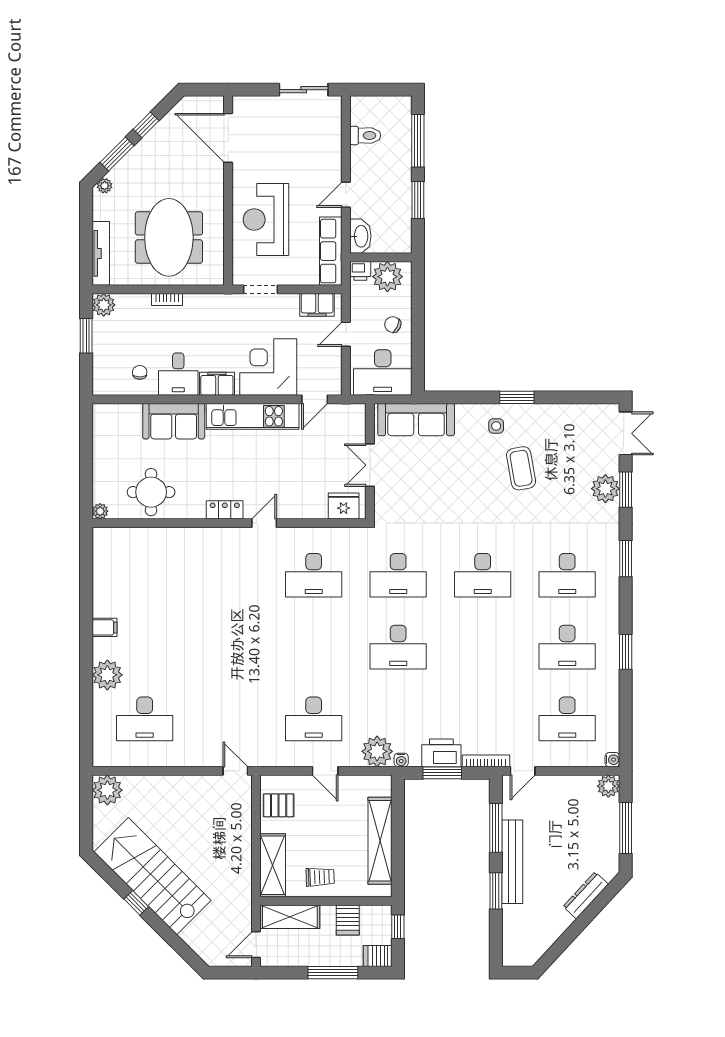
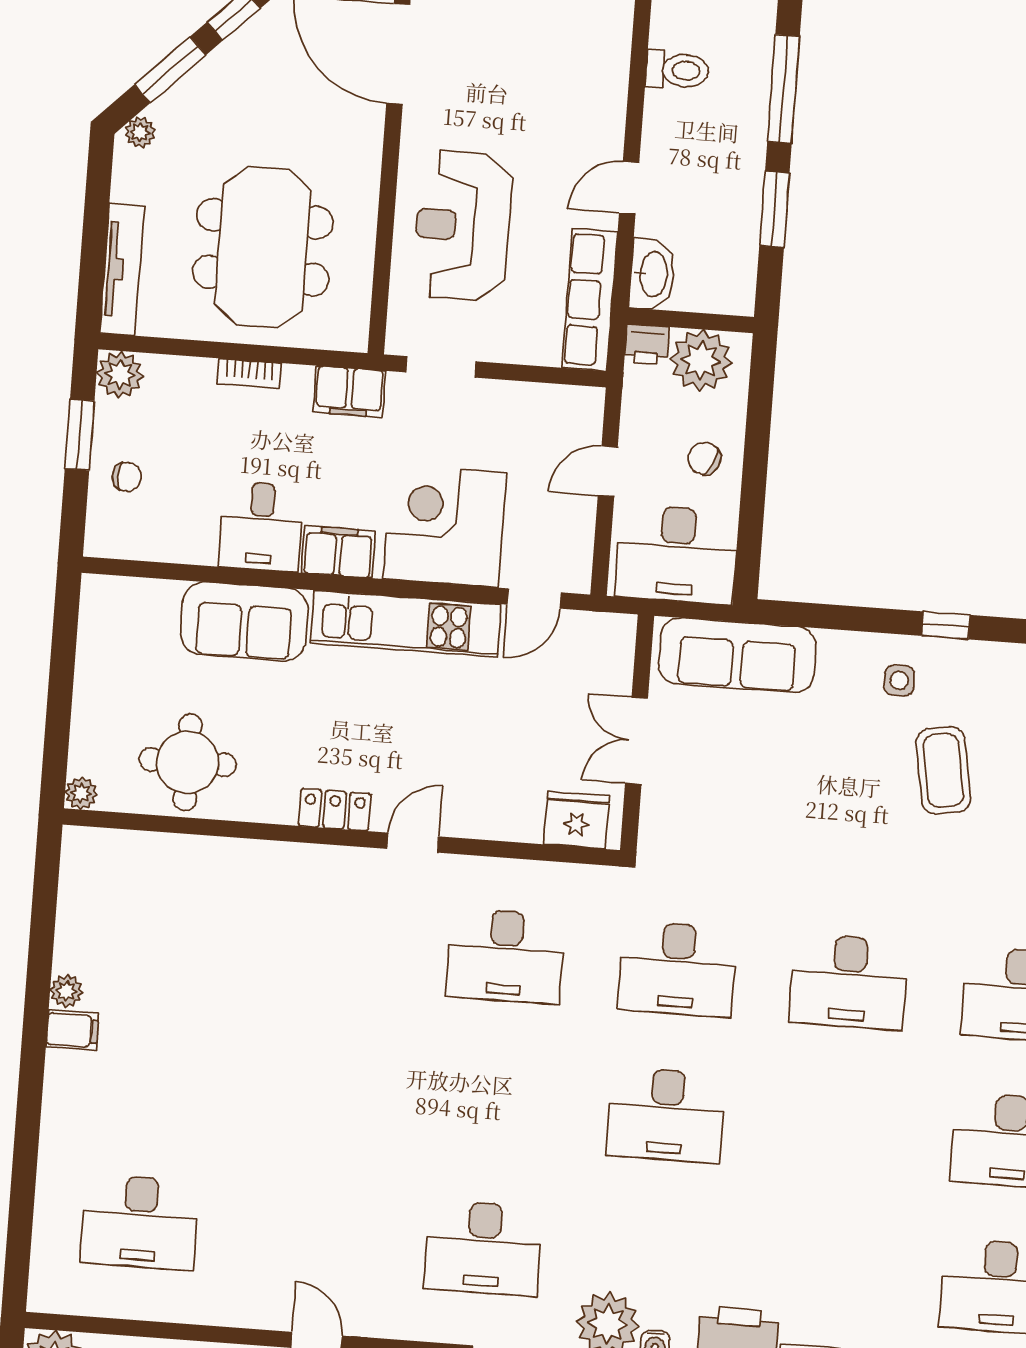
filing cabinet: (317, 305) -> (349, 392), moved
chair: (140, 372) -> (127, 477), moved, turned 90
window: (517, 397) -> (946, 625), width x0.67
plant: (107, 675) -> (67, 991), moved, width x0.53, depth x0.53

